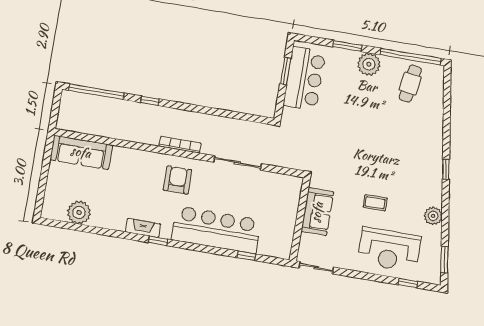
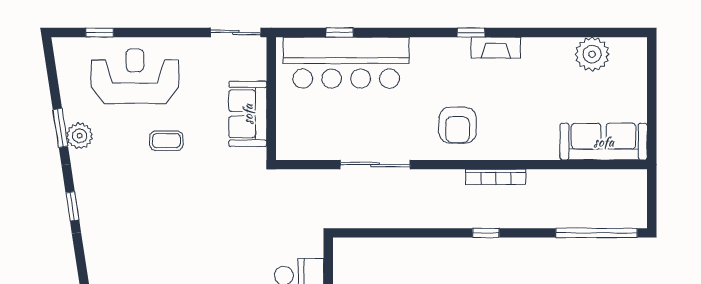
window: (150, 101) -> (486, 233), moved
bookcase: (180, 145) -> (496, 177), moved
bar counter: (216, 230) -> (346, 63), moved
window: (445, 260) -> (60, 128), moved

